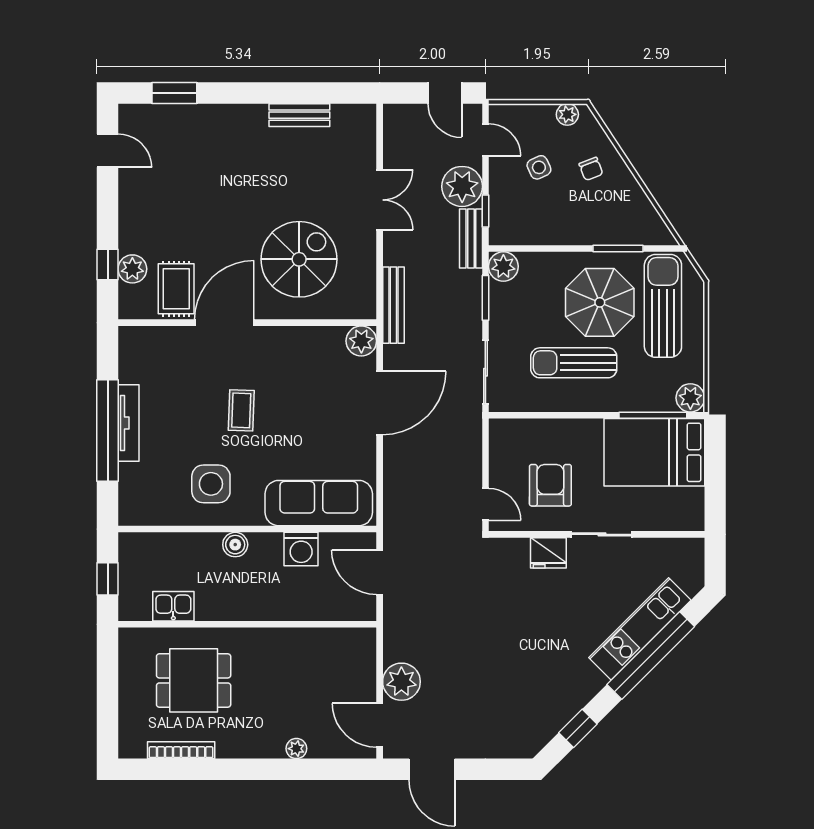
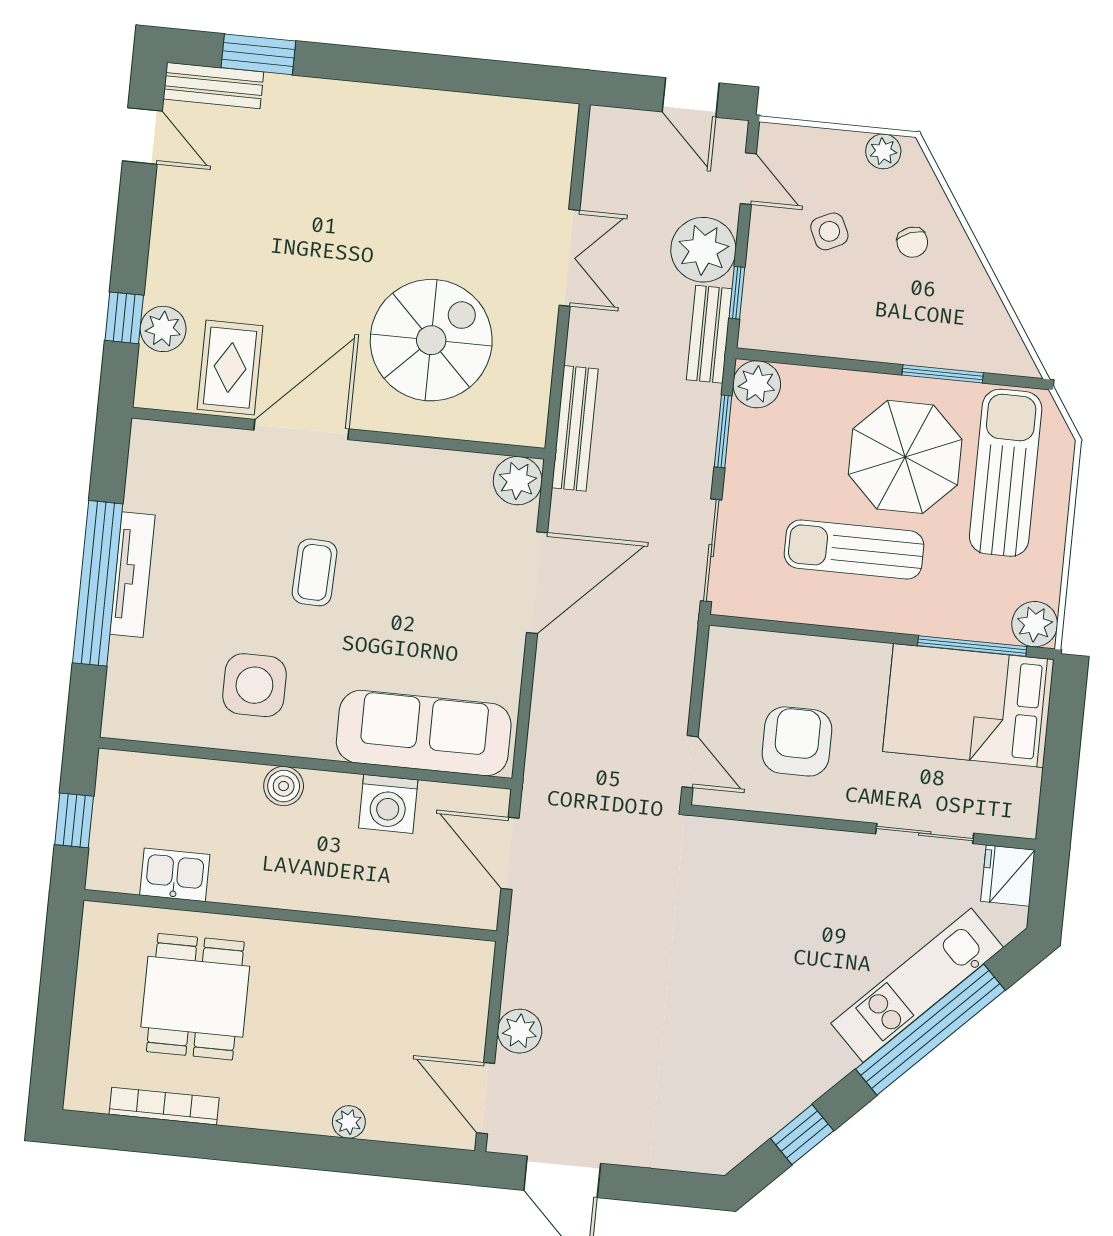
bench: (299, 115) -> (213, 86), moved
sliding door: (602, 534) -> (925, 834), moved
fridge: (548, 553) -> (1008, 876), moved, turned 90
dining table: (194, 680) -> (195, 997), turned 90
plant: (401, 682) -> (520, 1031), width x0.73, depth x0.73

